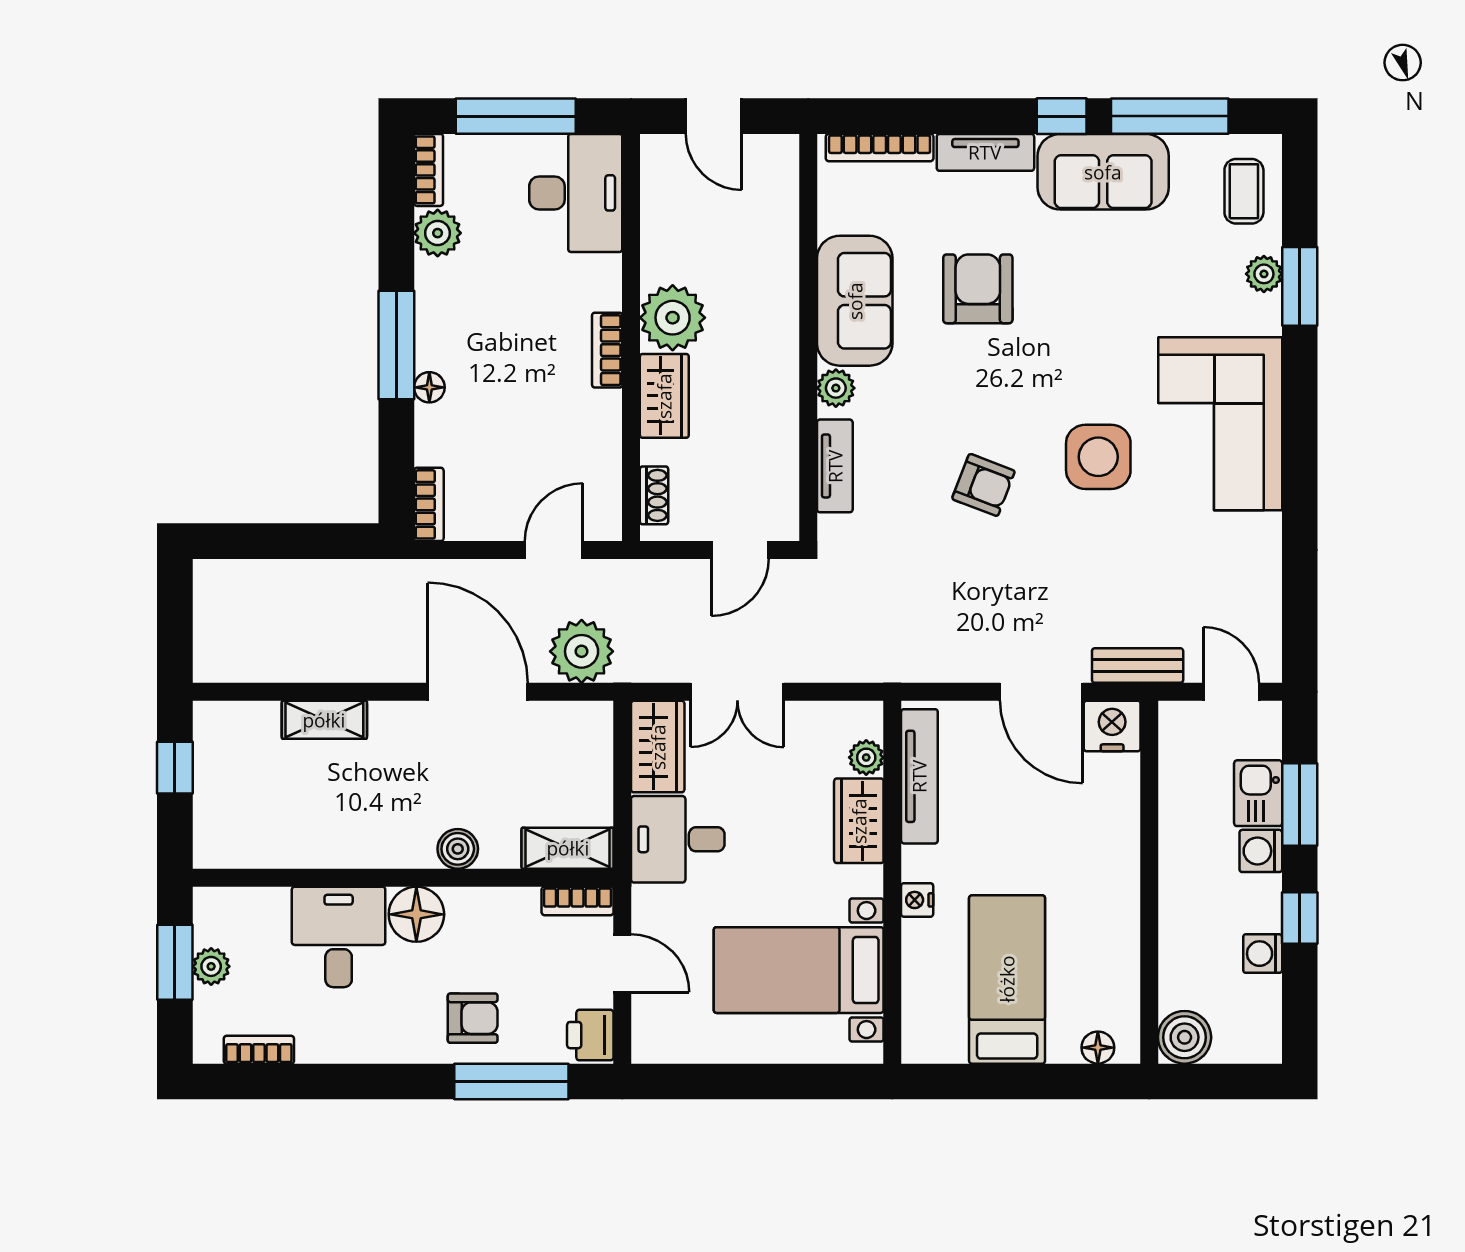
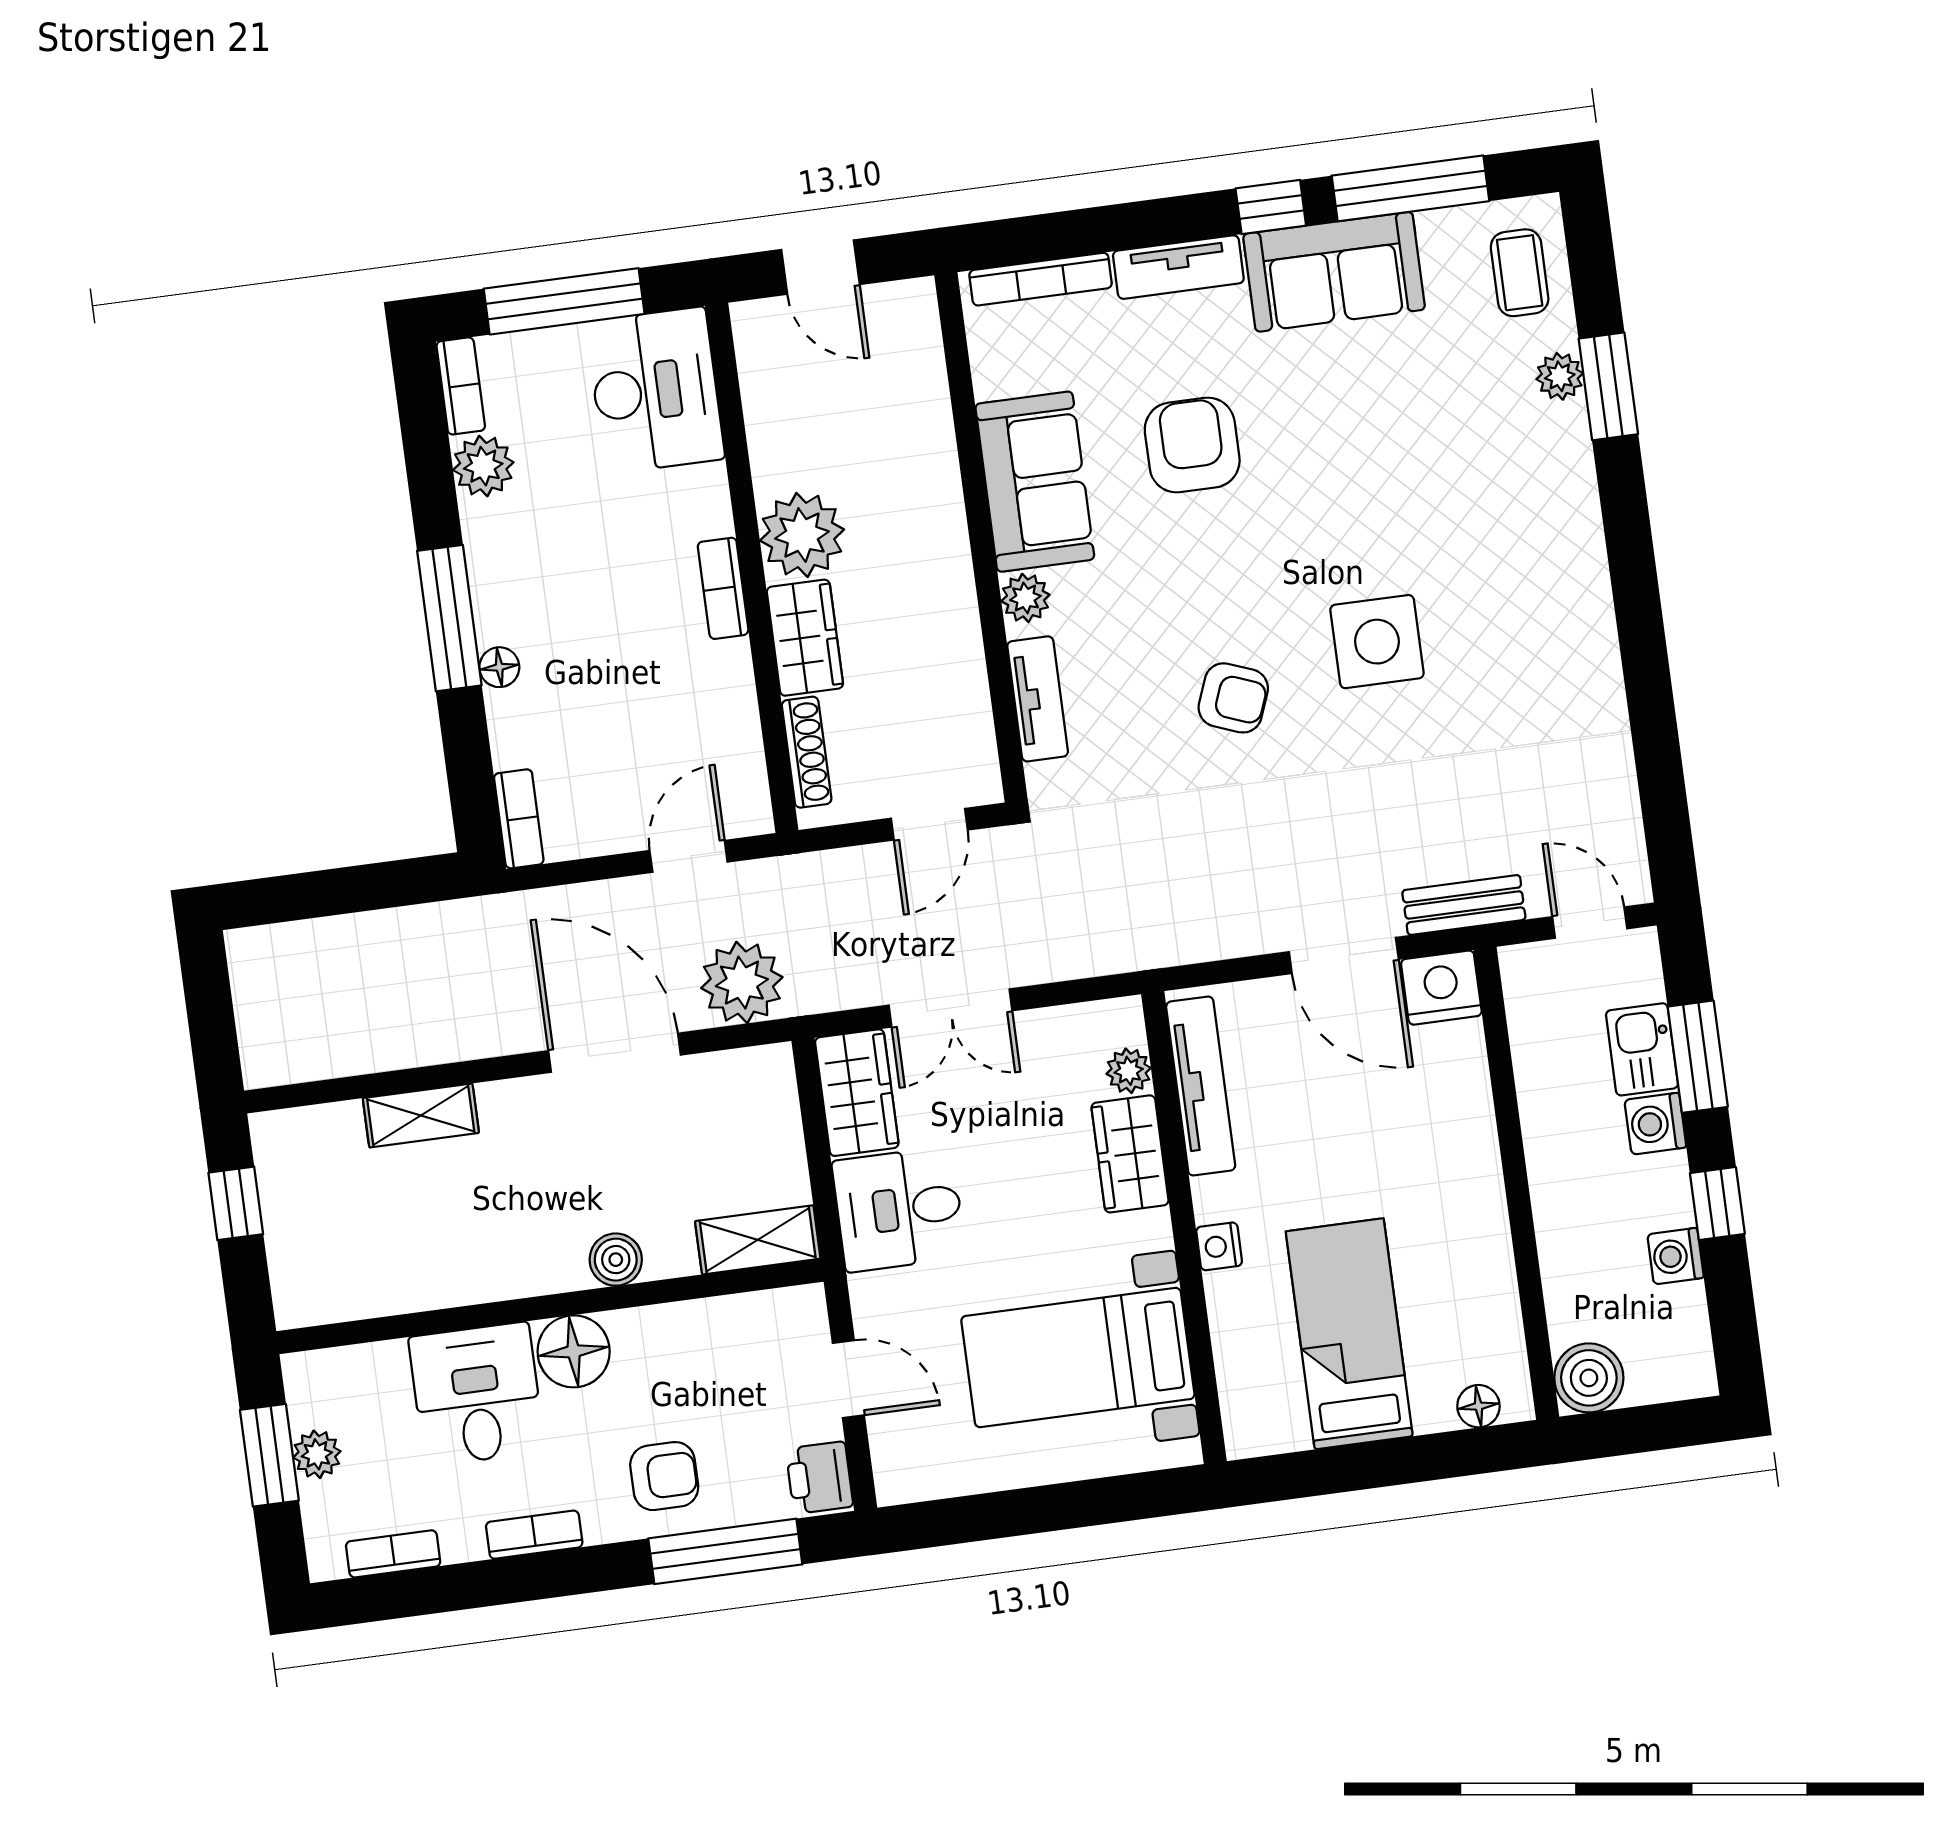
corner sofa: (1220, 424) -> (1529, 578), removed
shoe rack: (654, 495) -> (807, 752), width x1.43
bookcase: (578, 901) -> (534, 1535), moved, turned 180

